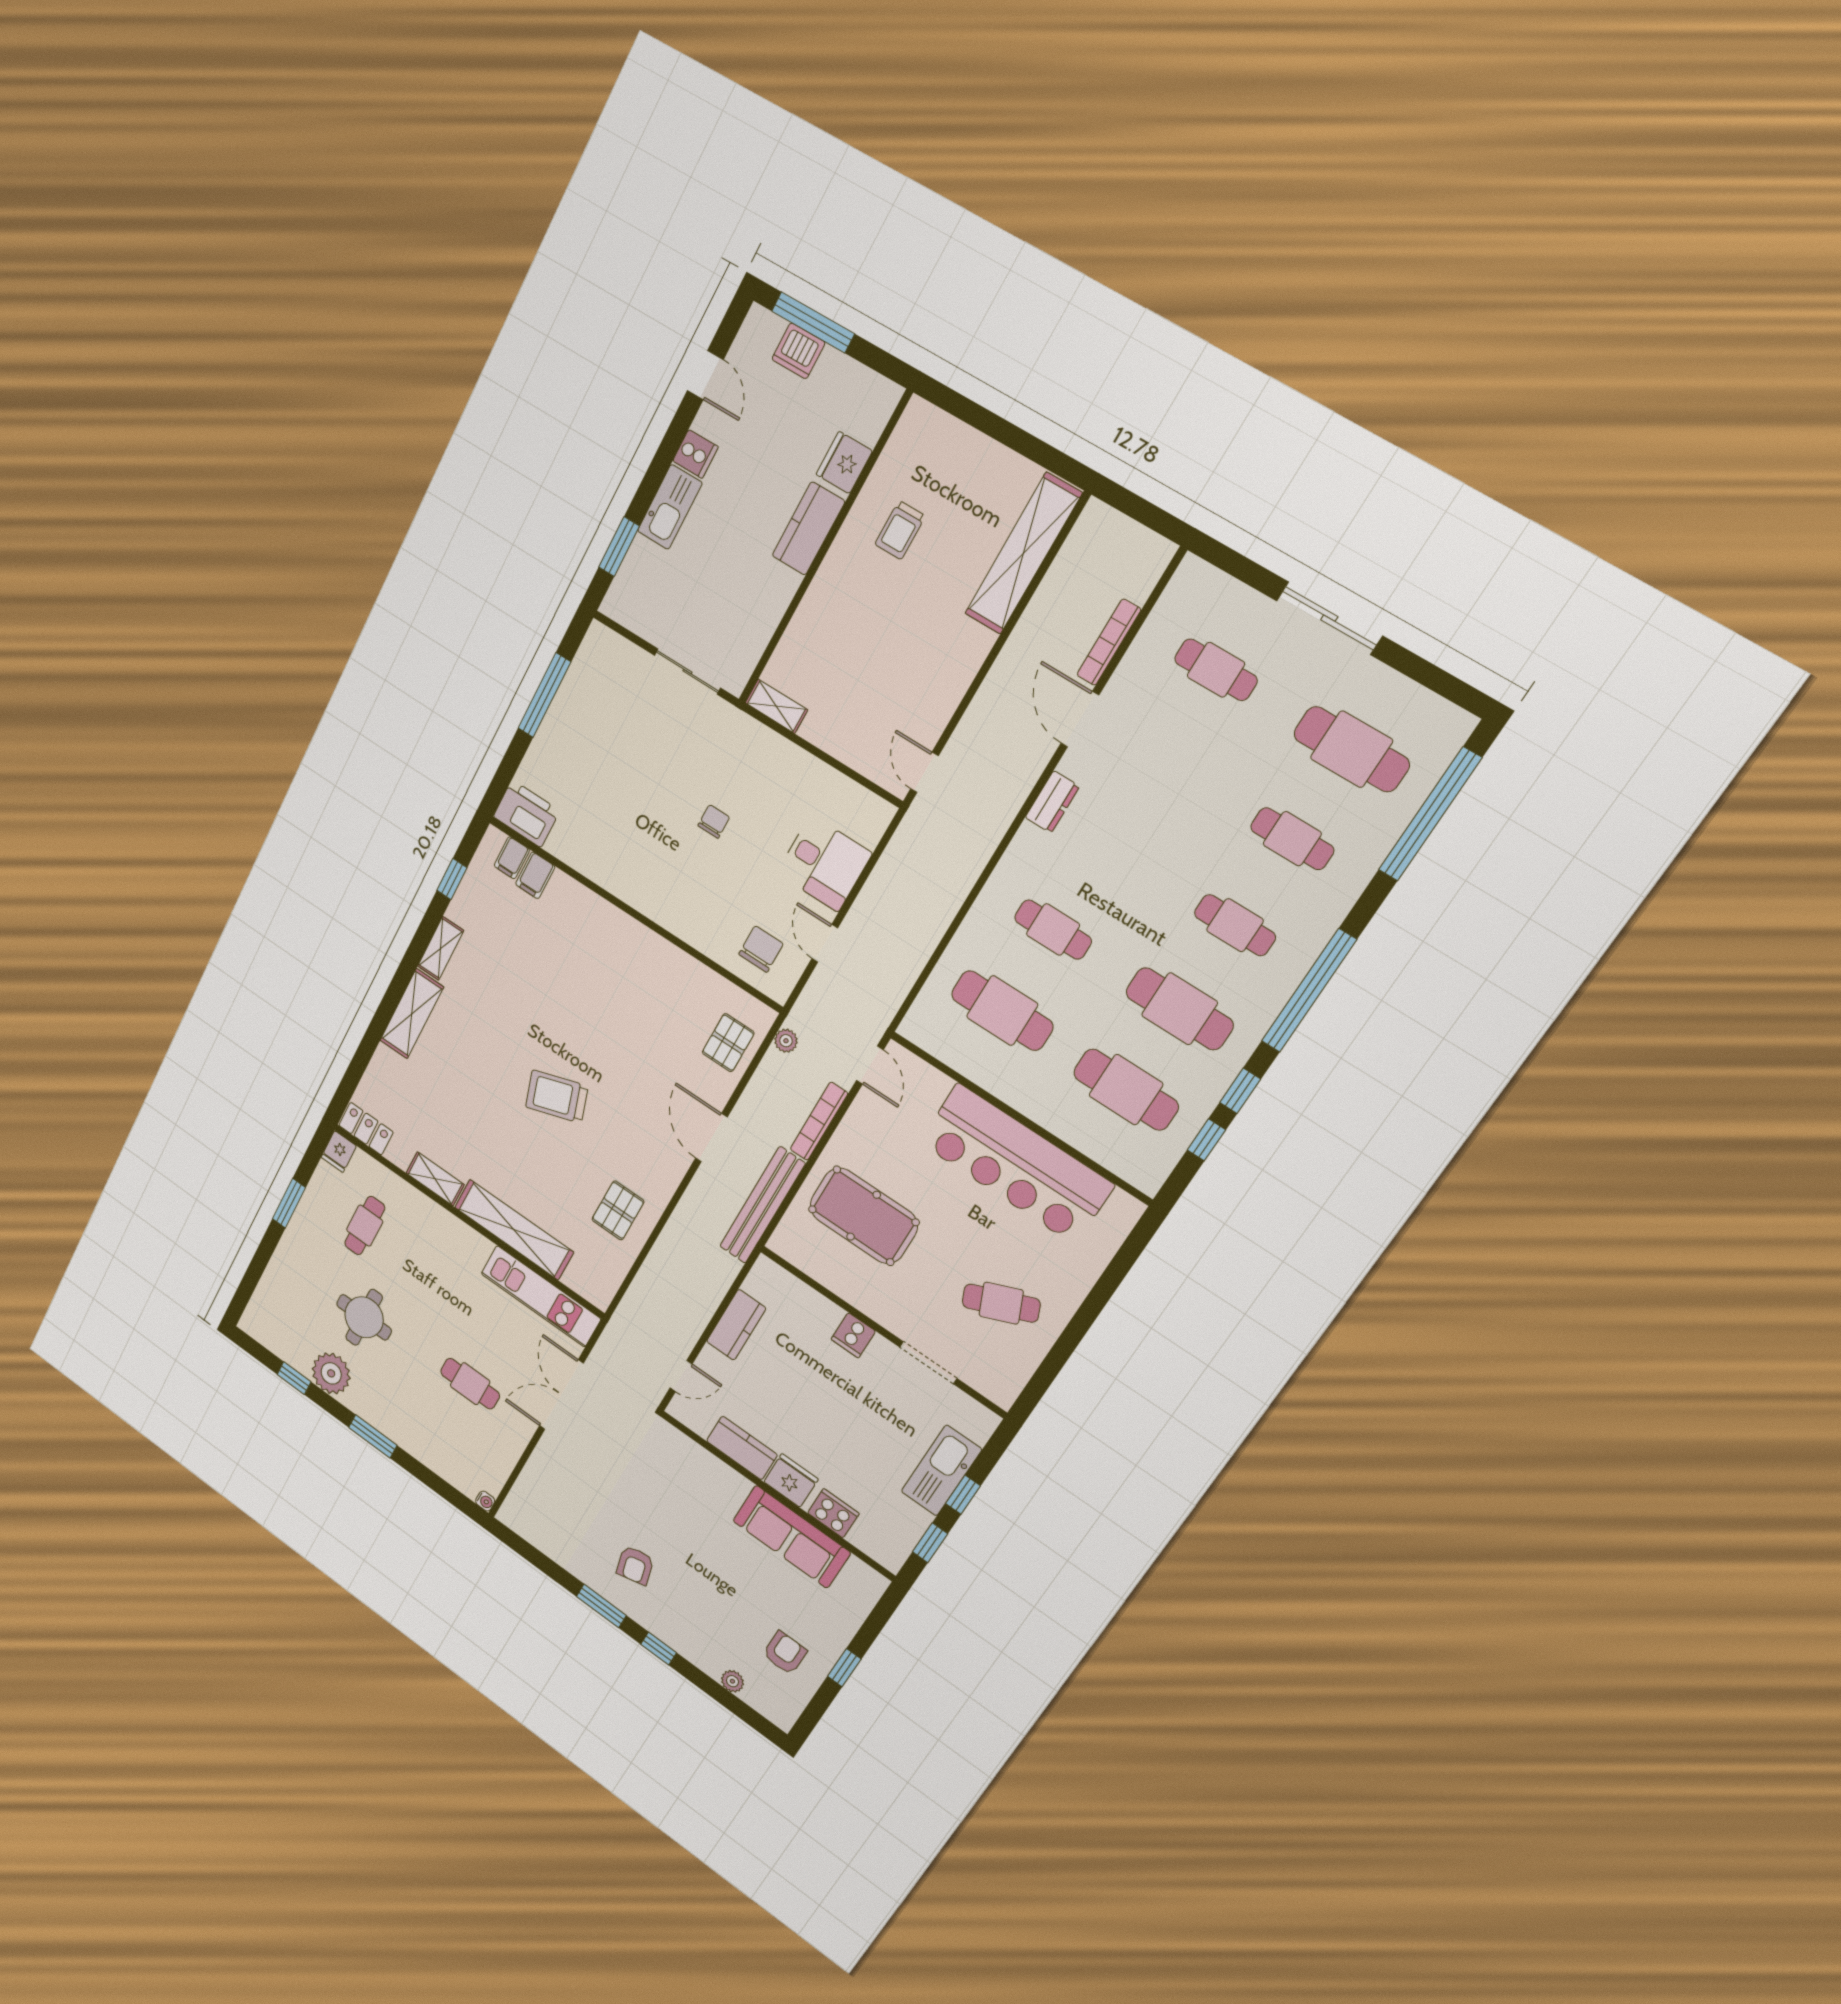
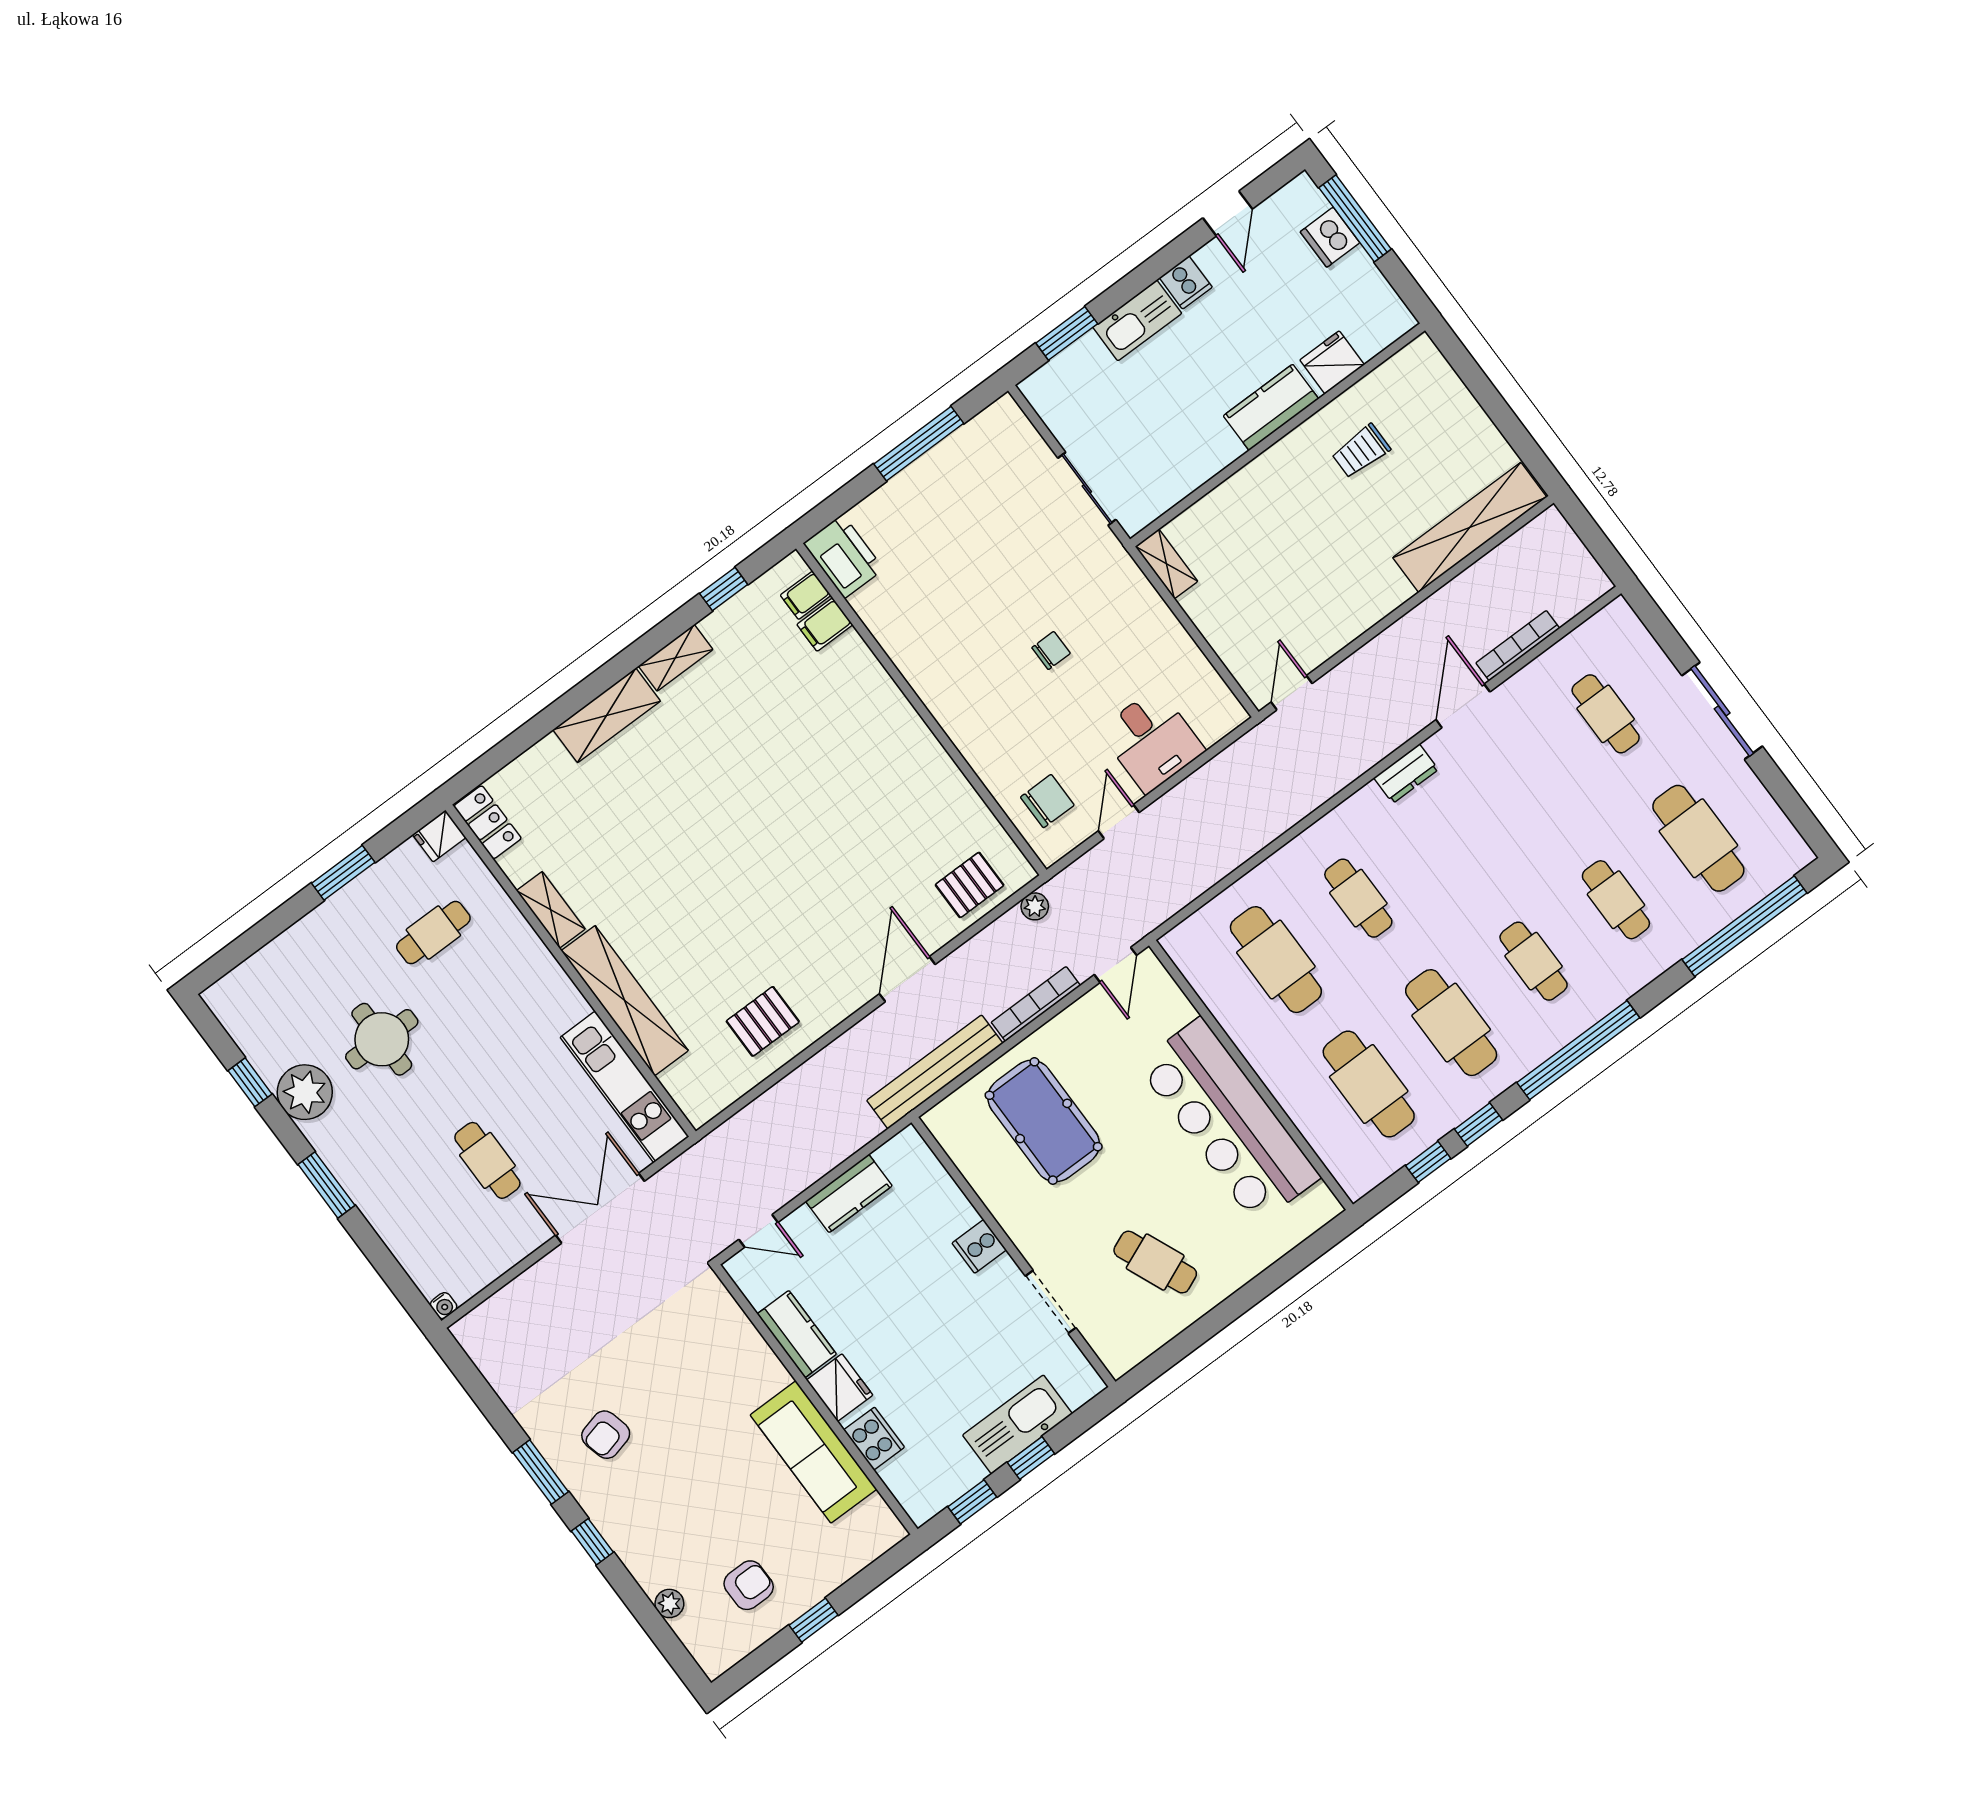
trolley: (557, 1097) -> (744, 871), removed

